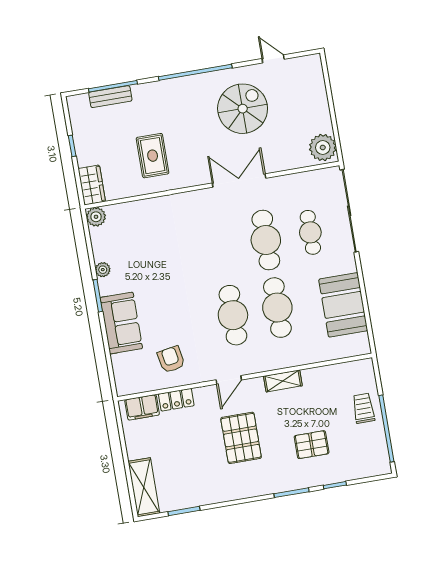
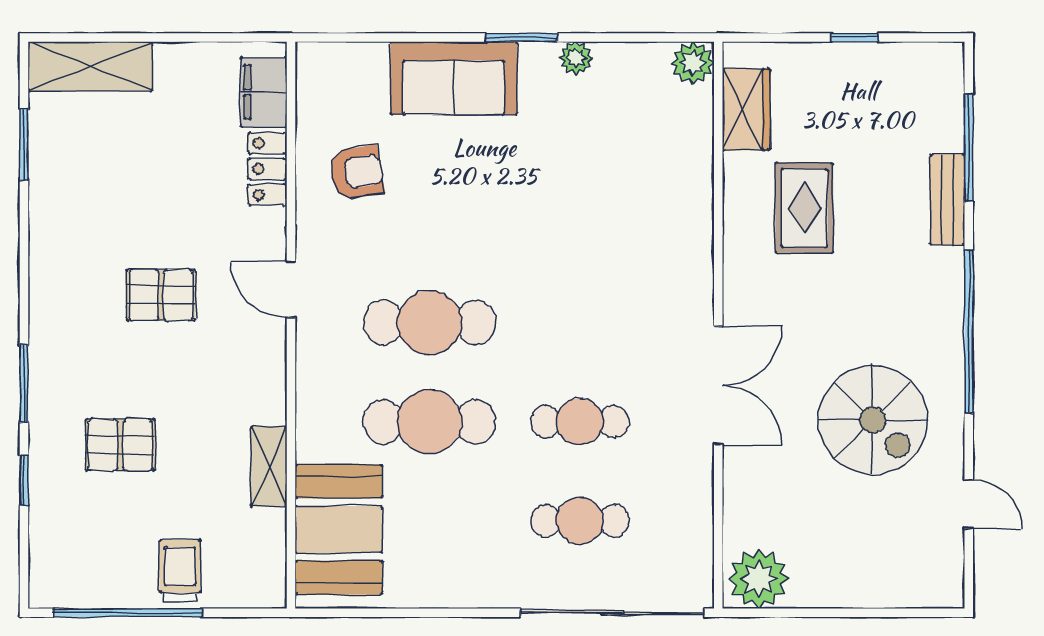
door: (273, 59) -> (969, 504), hinge flipped
bench: (110, 97) -> (947, 200), moved
rug: (153, 156) -> (804, 208), turned 90
wardrobe: (92, 185) -> (746, 109), moved, turned -90
cafe table: (266, 240) -> (580, 422), width x0.73, depth x0.74
booth: (343, 305) -> (339, 530), moved, turned 90
shelving: (283, 381) -> (269, 466), moved
trolley: (363, 408) -> (180, 571), turned -90
pallet: (241, 438) -> (161, 295), width x0.67, depth x0.71
pallet: (312, 445) -> (120, 445), turned 90

